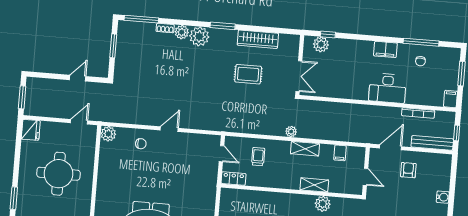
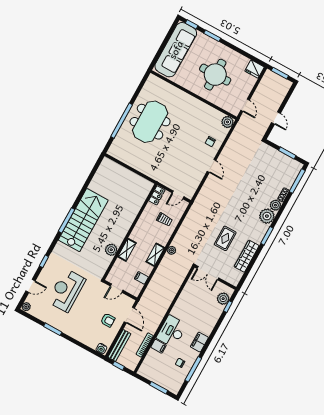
filing cabinet: (450, 99) -> (159, 346), moved
water cooler: (443, 197) -> (101, 349), moved

